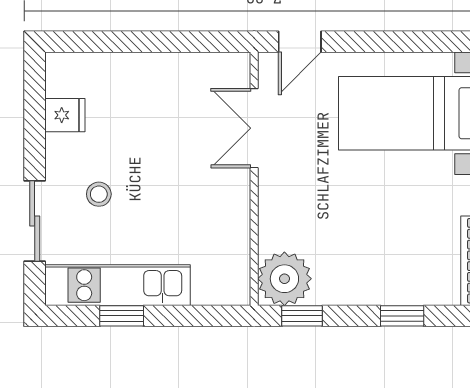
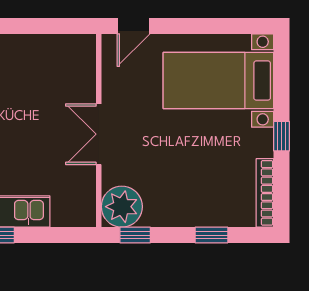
double door: (254, 128) -> (99, 134), moved

